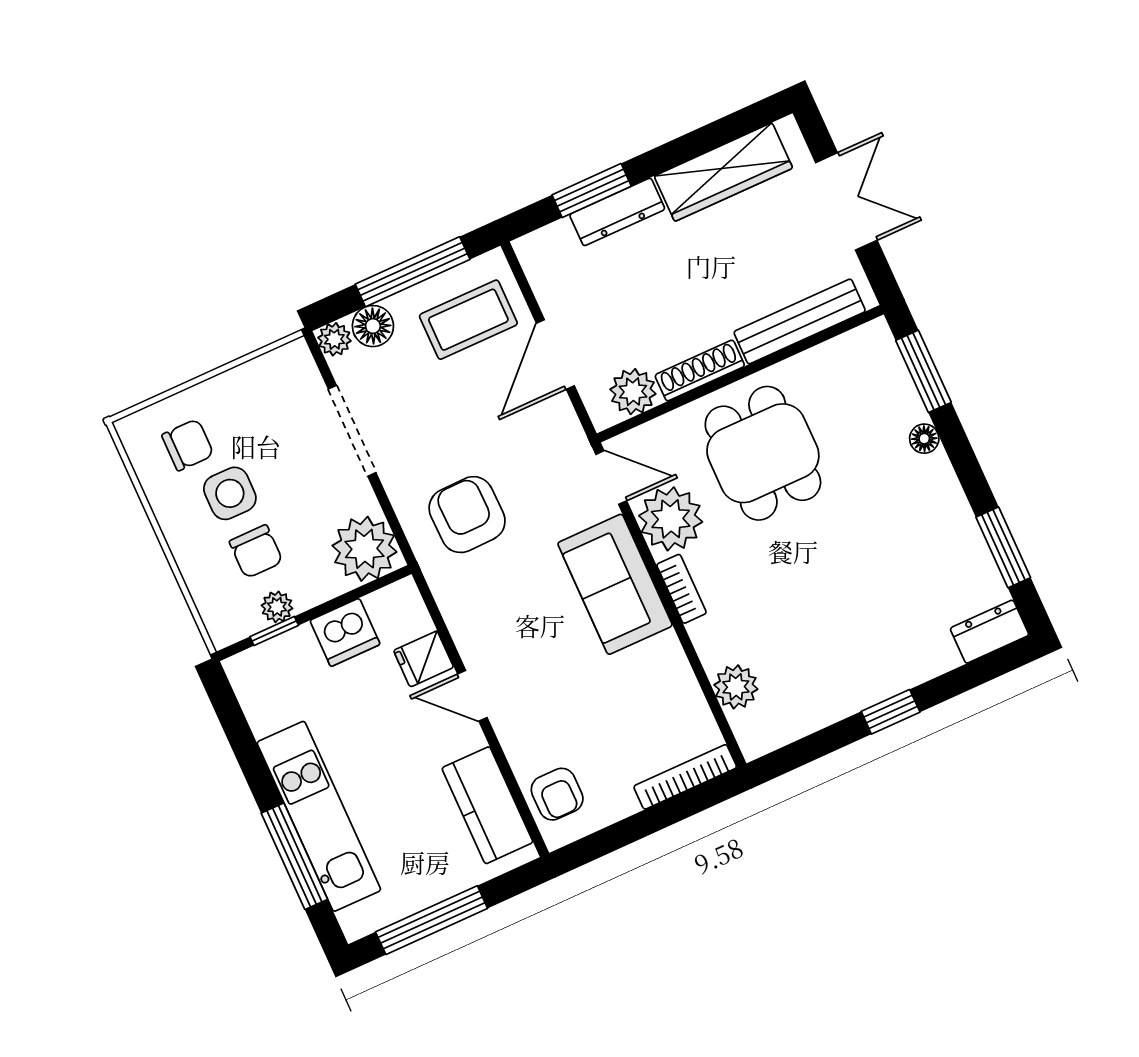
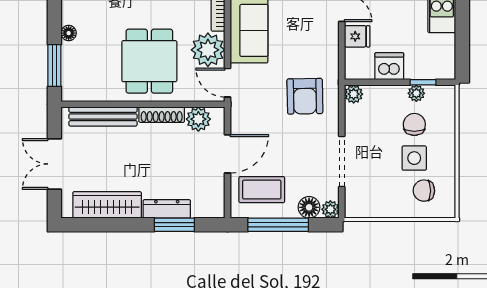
plant: (364, 549) -> (354, 94), width x0.53, depth x0.53

